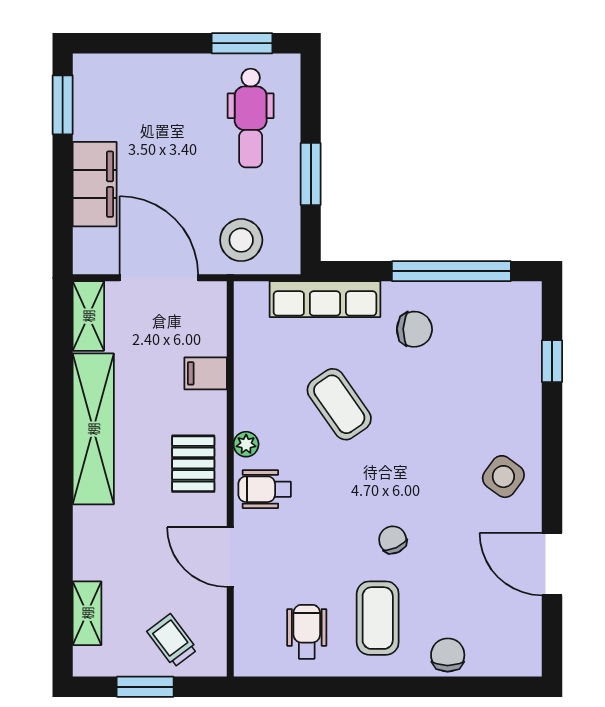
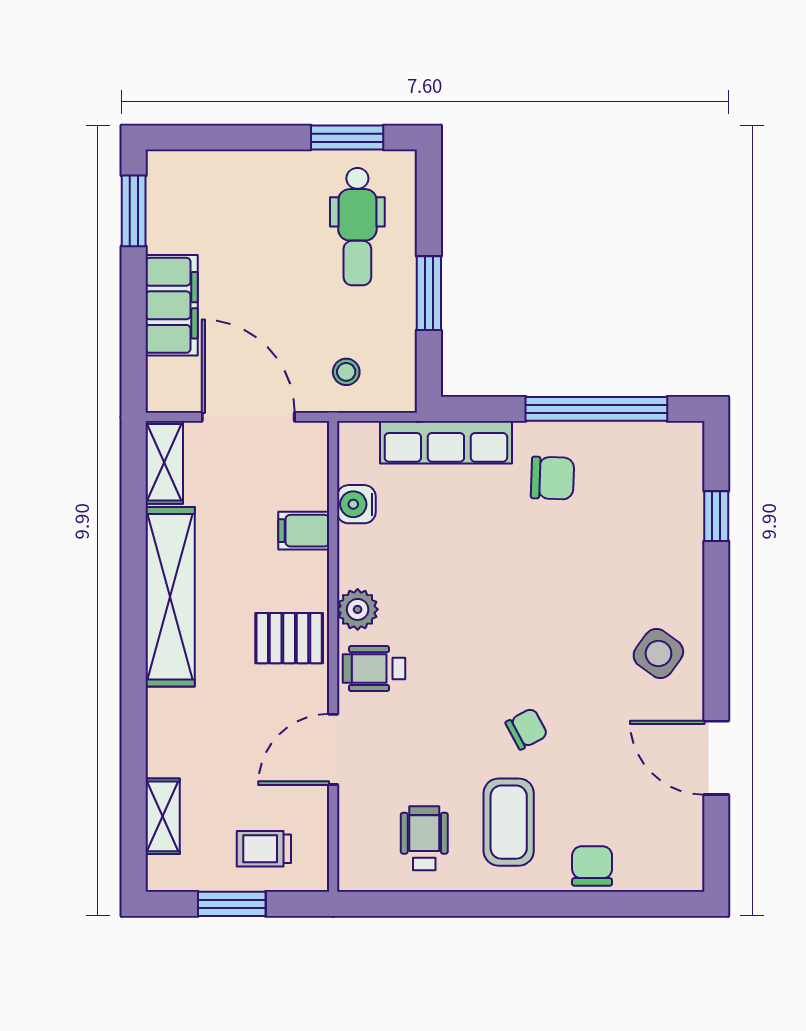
stool: (241, 240) -> (346, 372), width x0.53, depth x0.53
water cooler: (250, 351) -> (356, 504), added
coffee table: (339, 404) -> (463, 567), removed
plant: (246, 444) -> (358, 609), width x1.38, depth x1.38
pallet: (193, 464) -> (289, 638), turned 90
chair: (393, 540) -> (527, 729), turned 87
door: (230, 557) -> (333, 749), hinge flipped
trolley: (172, 641) -> (264, 849), turned -53

